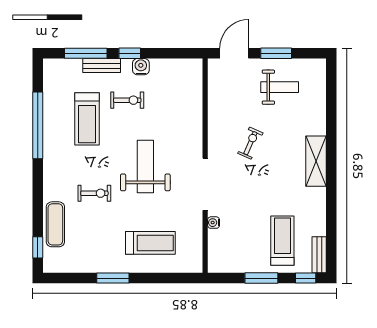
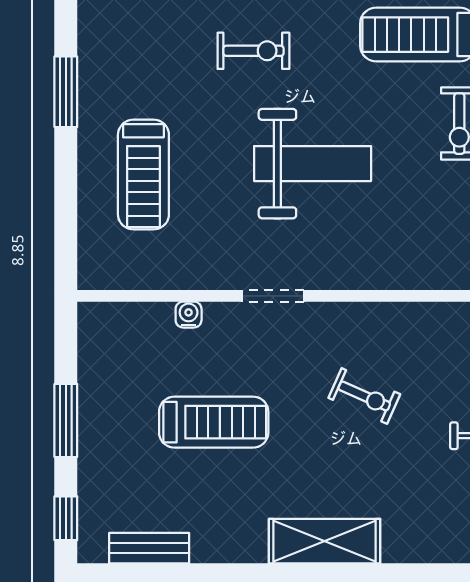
doorway: (205, 184) -> (273, 296), width x0.53
exercise bike: (94, 193) -> (253, 51), turned -90
treadmill: (282, 241) -> (214, 422), moved
bench: (319, 255) -> (149, 548), moved

